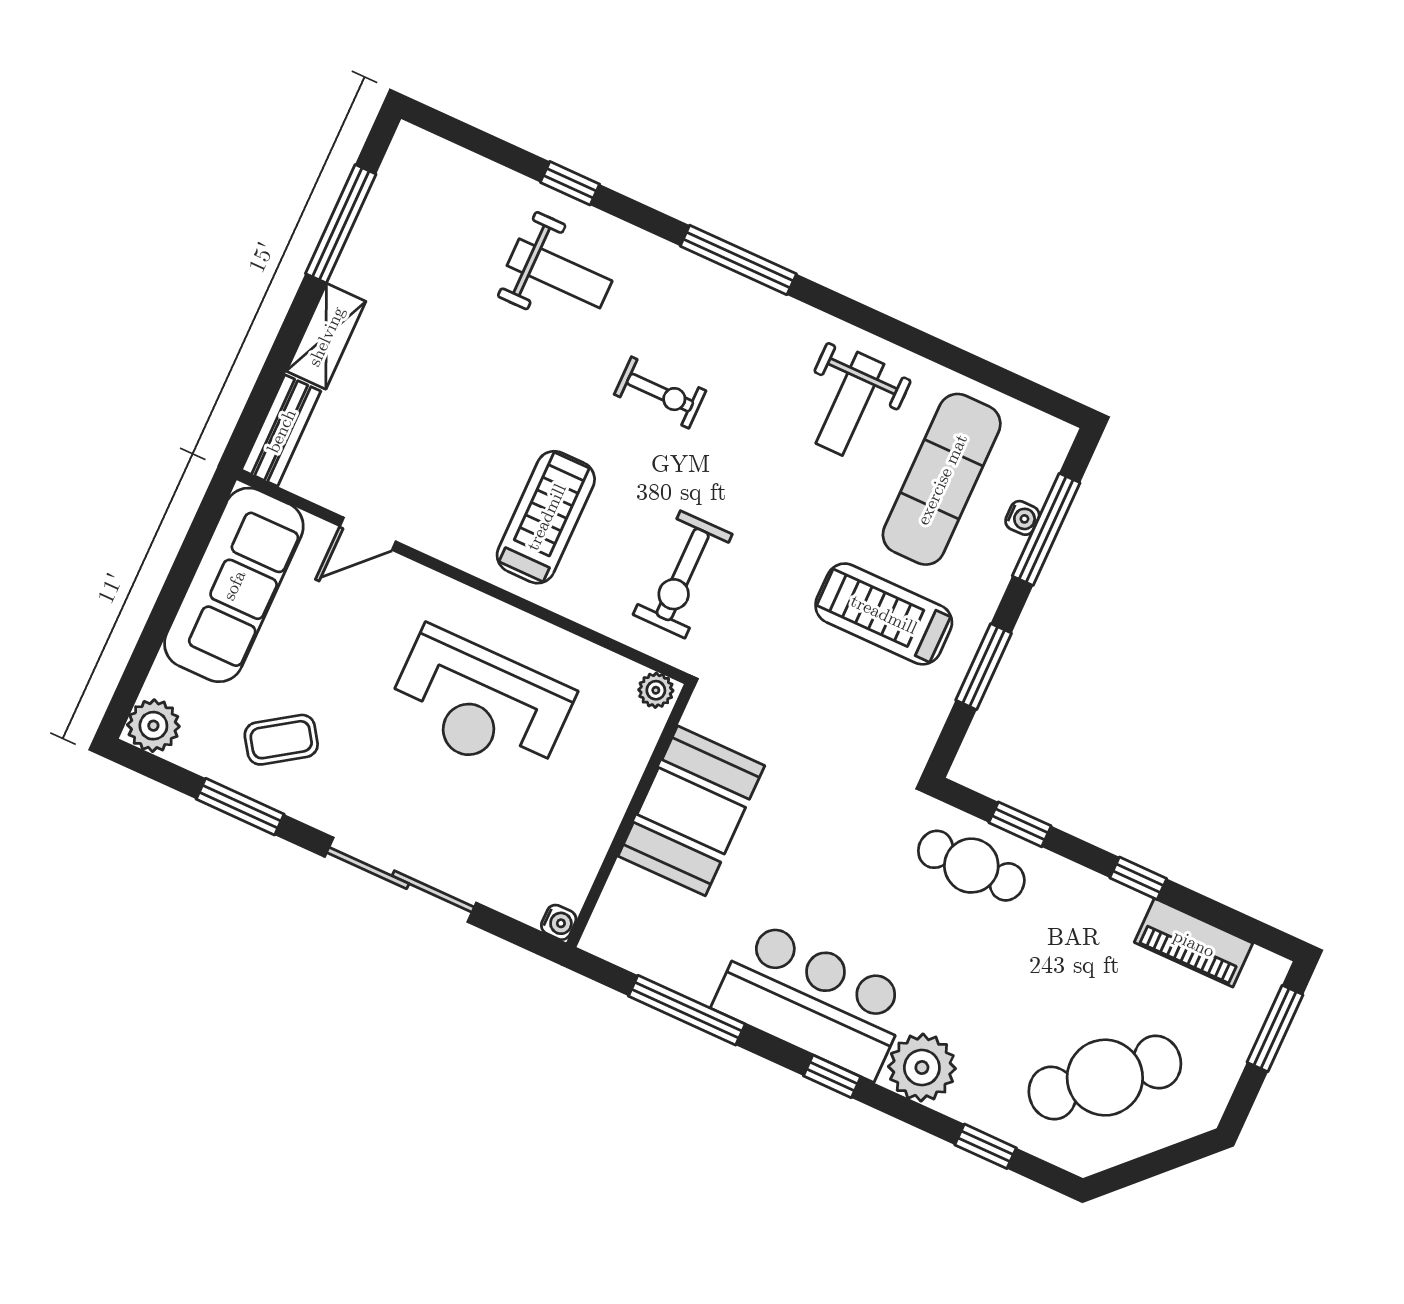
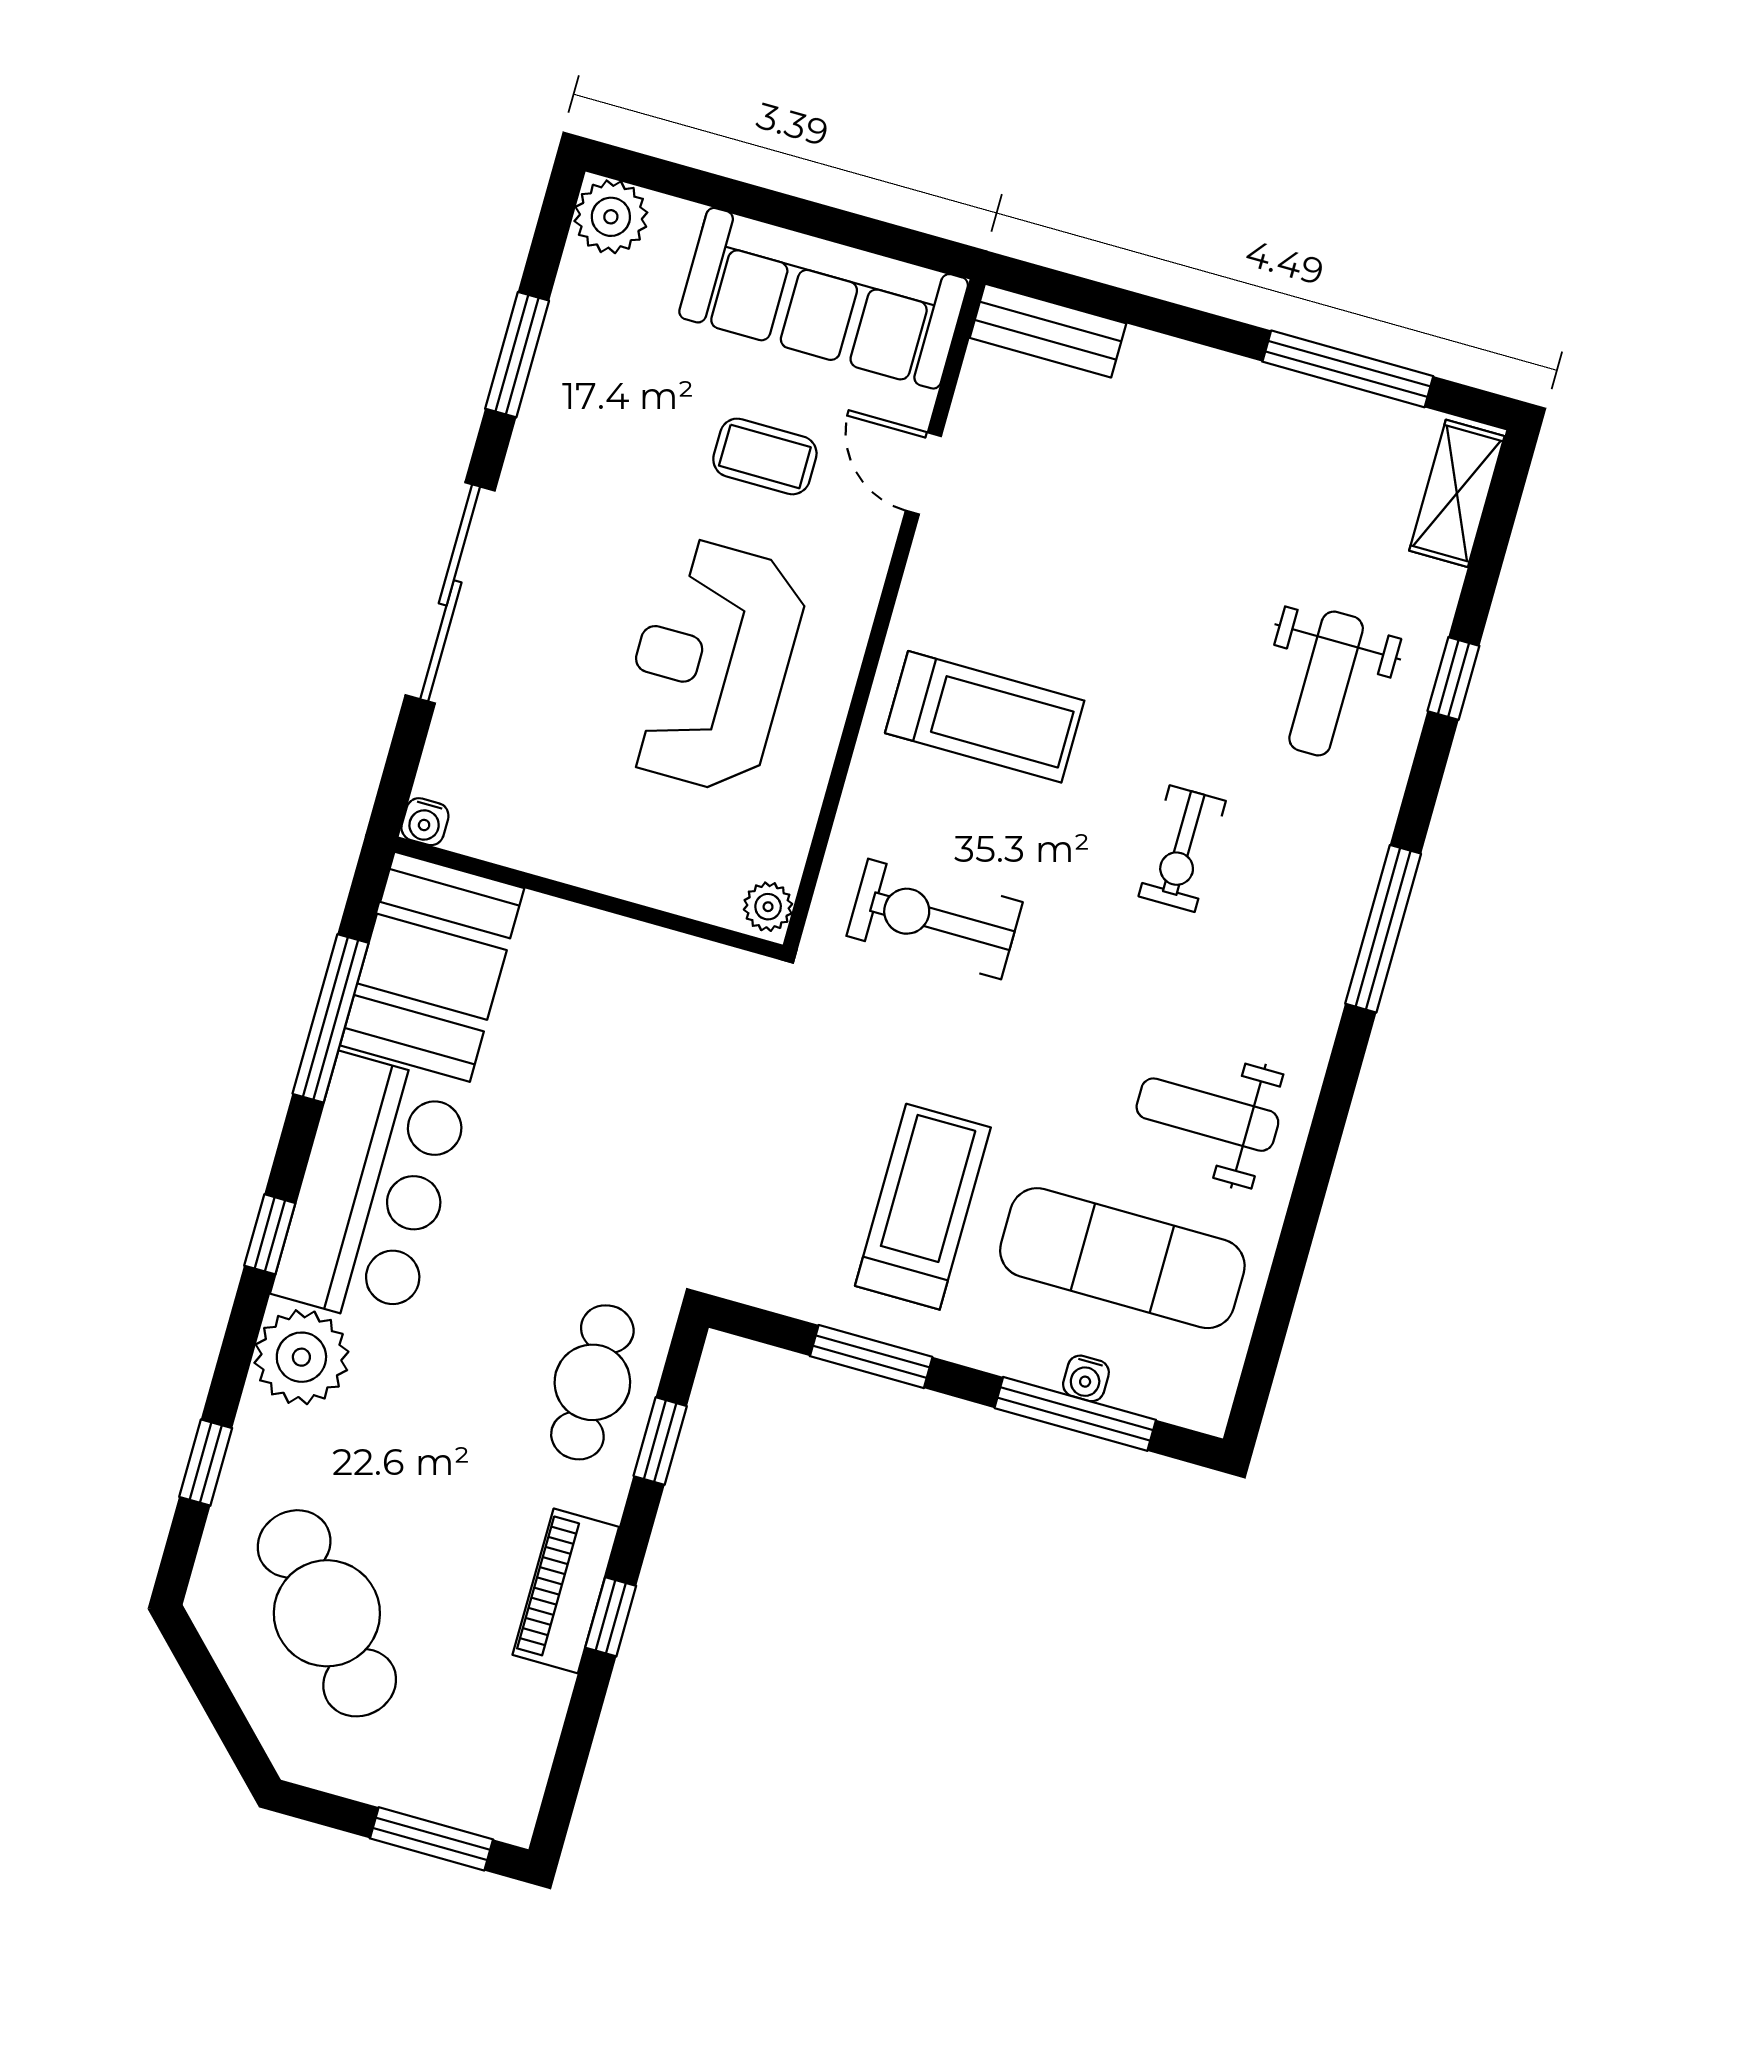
shelving: (326, 336) -> (1457, 493), moved, turned 90
coffee table: (281, 740) -> (765, 456), moved, turned -56
booth: (691, 811) -> (432, 967), moved, turned 90
piano: (1194, 943) -> (566, 1591), moved

